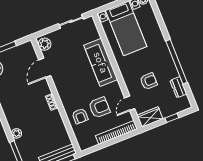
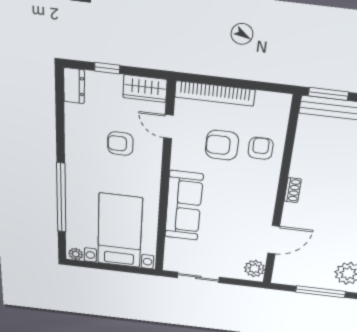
window: (177, 62) -> (61, 198), moved
dresser: (178, 87) -> (74, 86), moved
door: (130, 103) -> (168, 127), swing flipped

